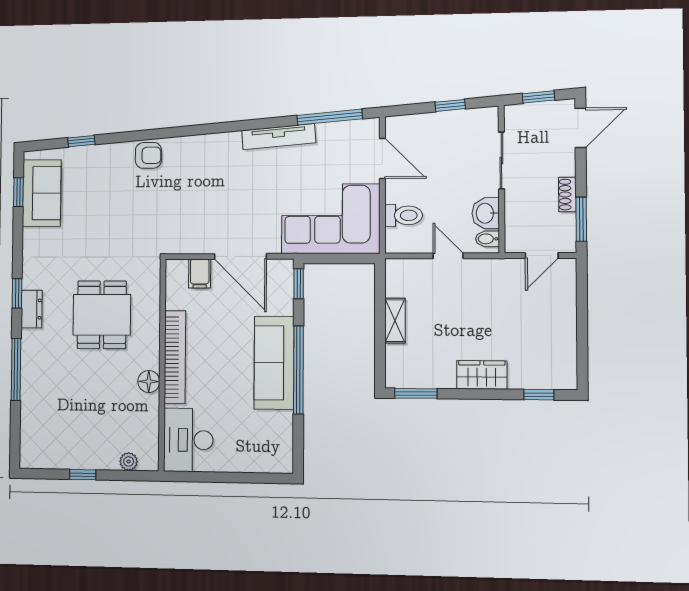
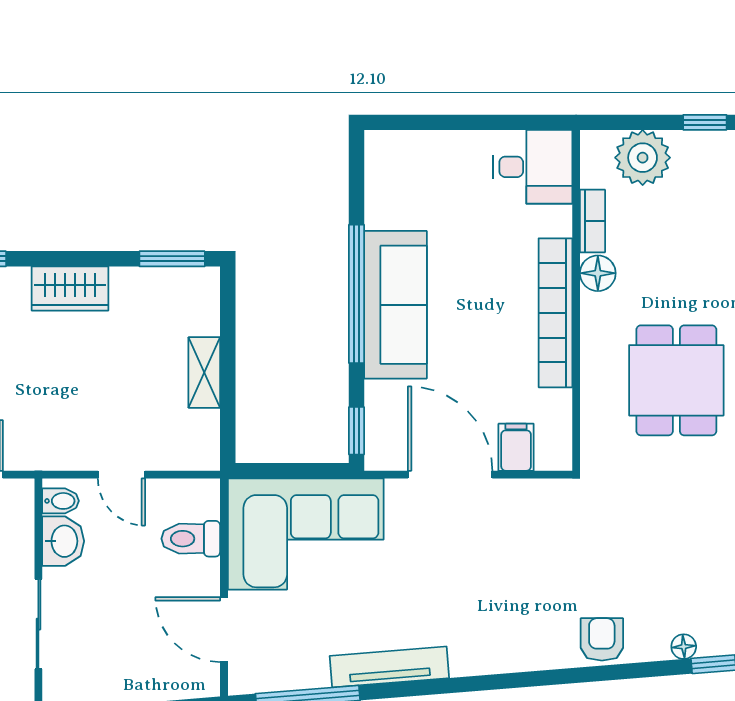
floor lamp: (99, 152) -> (684, 647), added
armchair: (148, 155) -> (602, 639), turned 90
bookcase: (152, 414) -> (592, 221), added
desk: (188, 440) -> (533, 167), width x0.73
plant: (129, 461) -> (643, 158), width x1.88, depth x1.88

